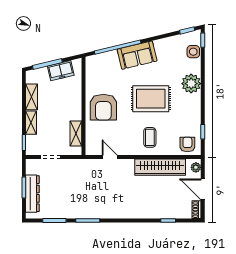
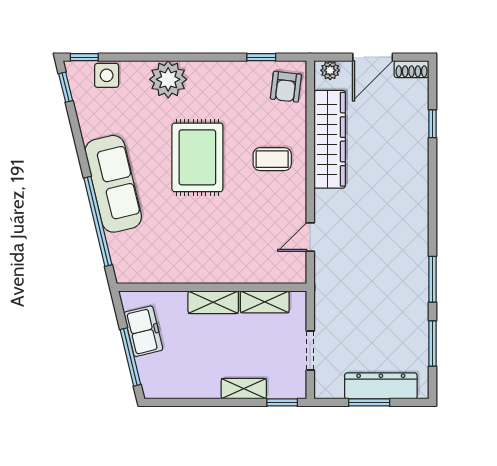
sofa: (137, 55) -> (113, 184), width x1.36
shelving: (32, 97) -> (213, 302), moved
armchair: (103, 107) -> (214, 249), removed
armchair: (187, 145) -> (286, 87), turned -83

